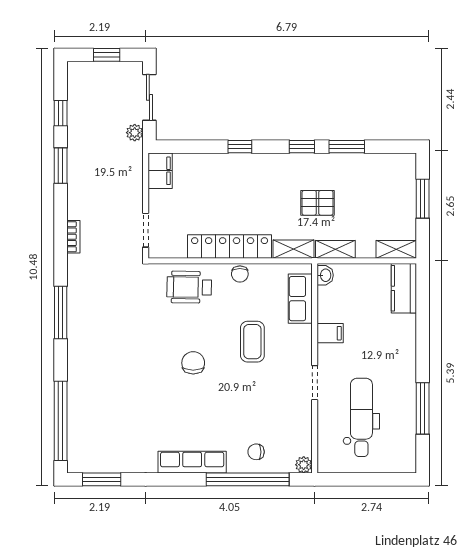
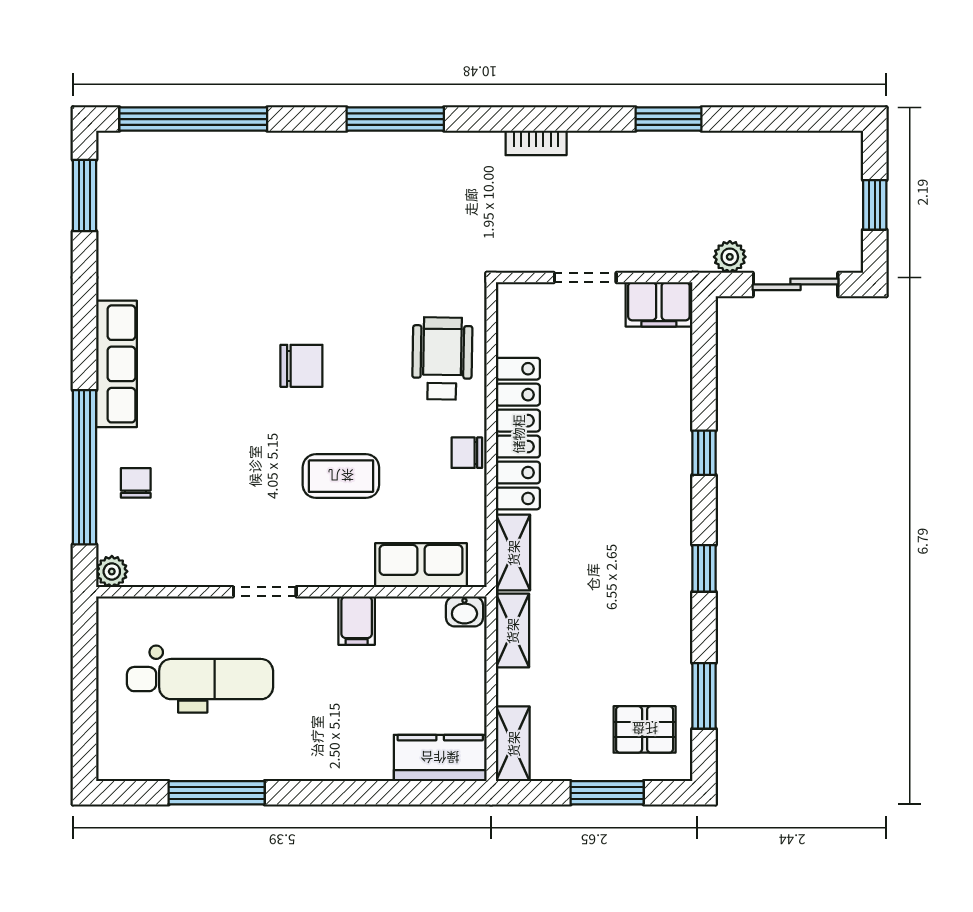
window: (61, 113) -> (766, 119), removed
window: (347, 147) -> (704, 696), moved
pallet: (318, 203) -> (645, 729), moved, turned 90
doorway: (146, 230) -> (585, 277), moved

